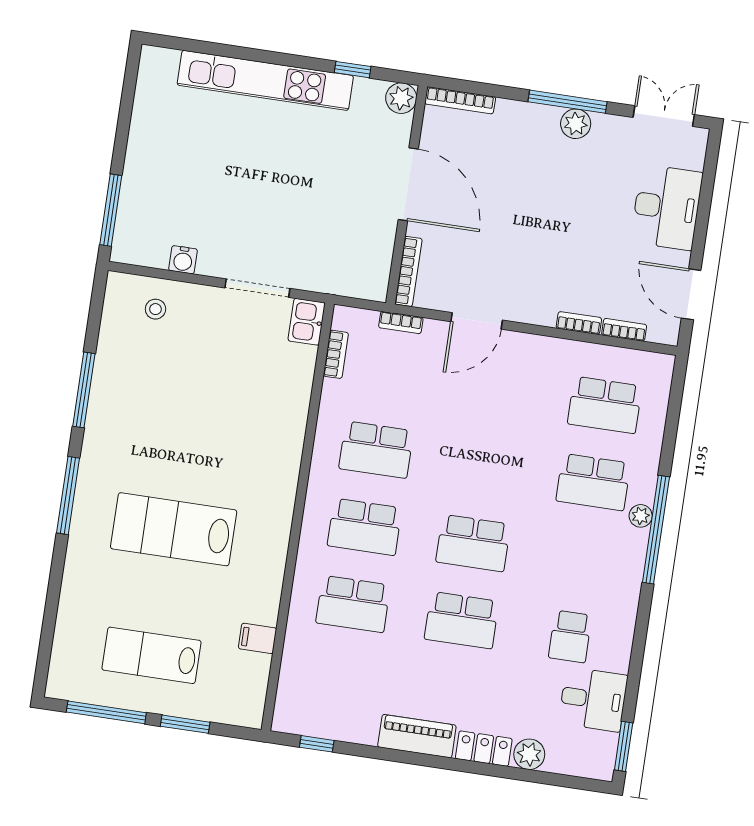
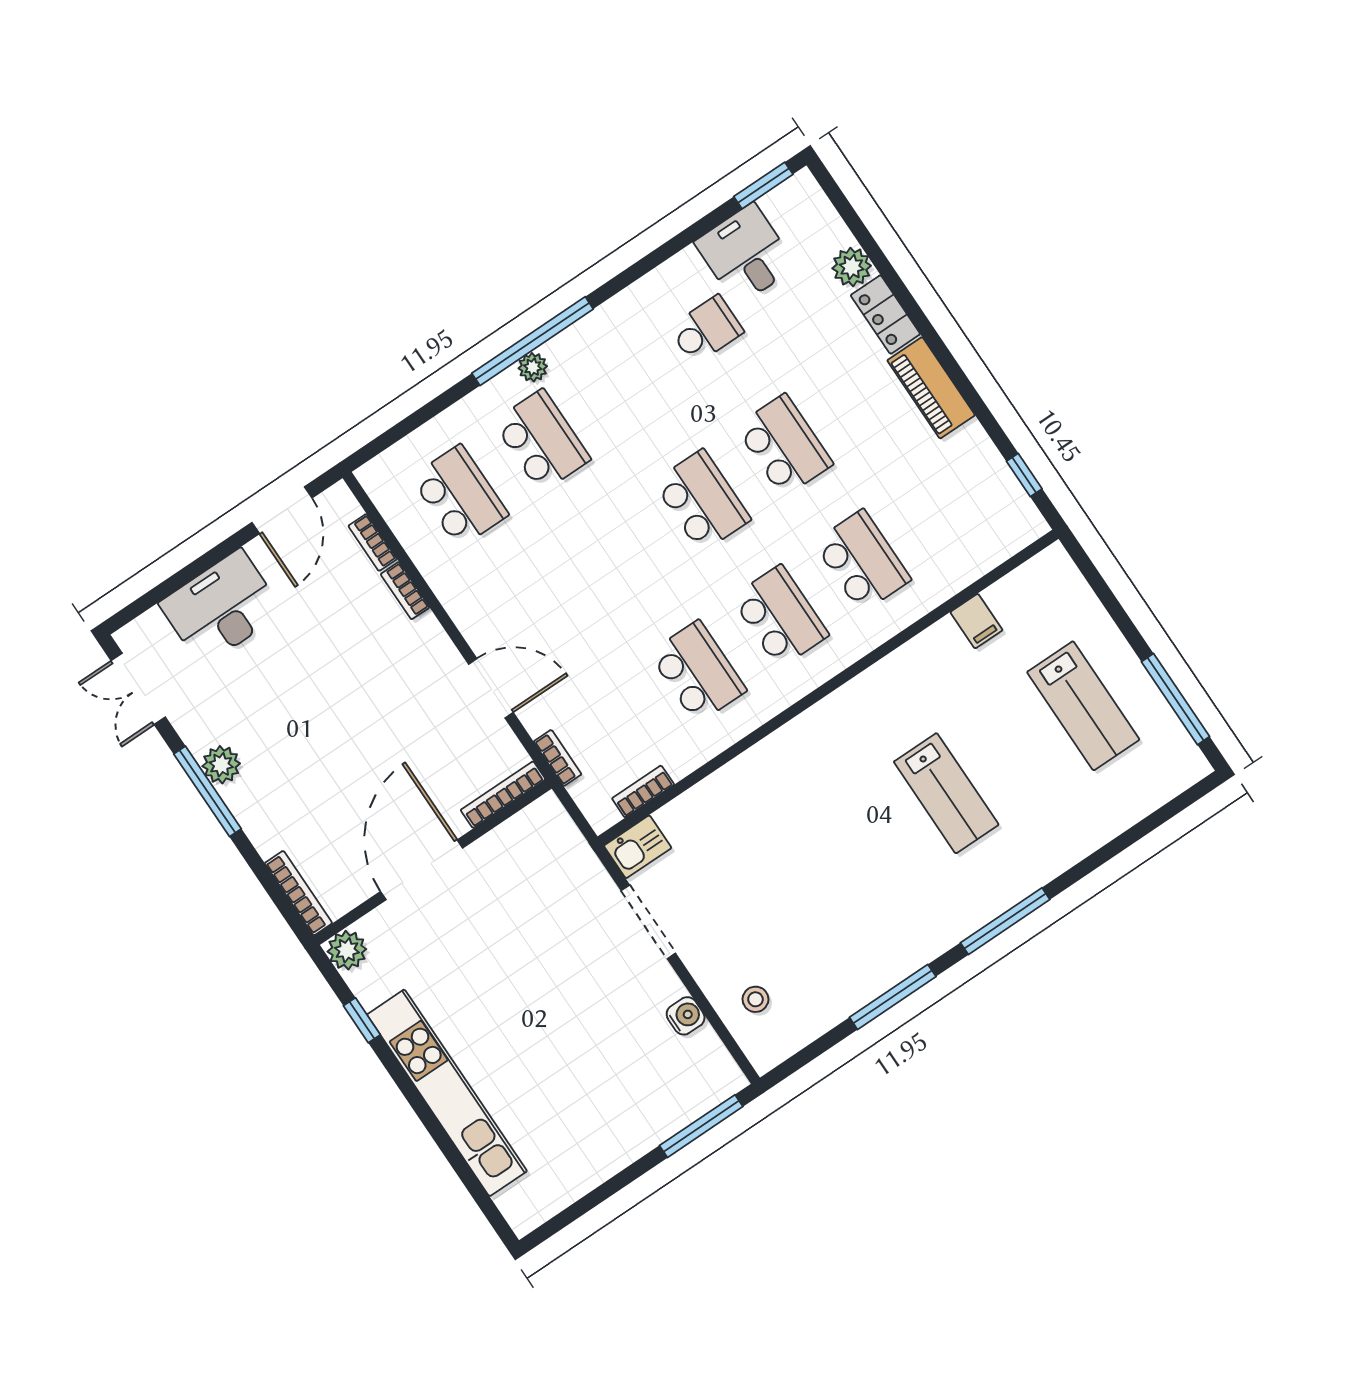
lab bench: (174, 529) -> (946, 793), width x0.73, depth x0.72
window: (185, 724) -> (1119, 615), removed

